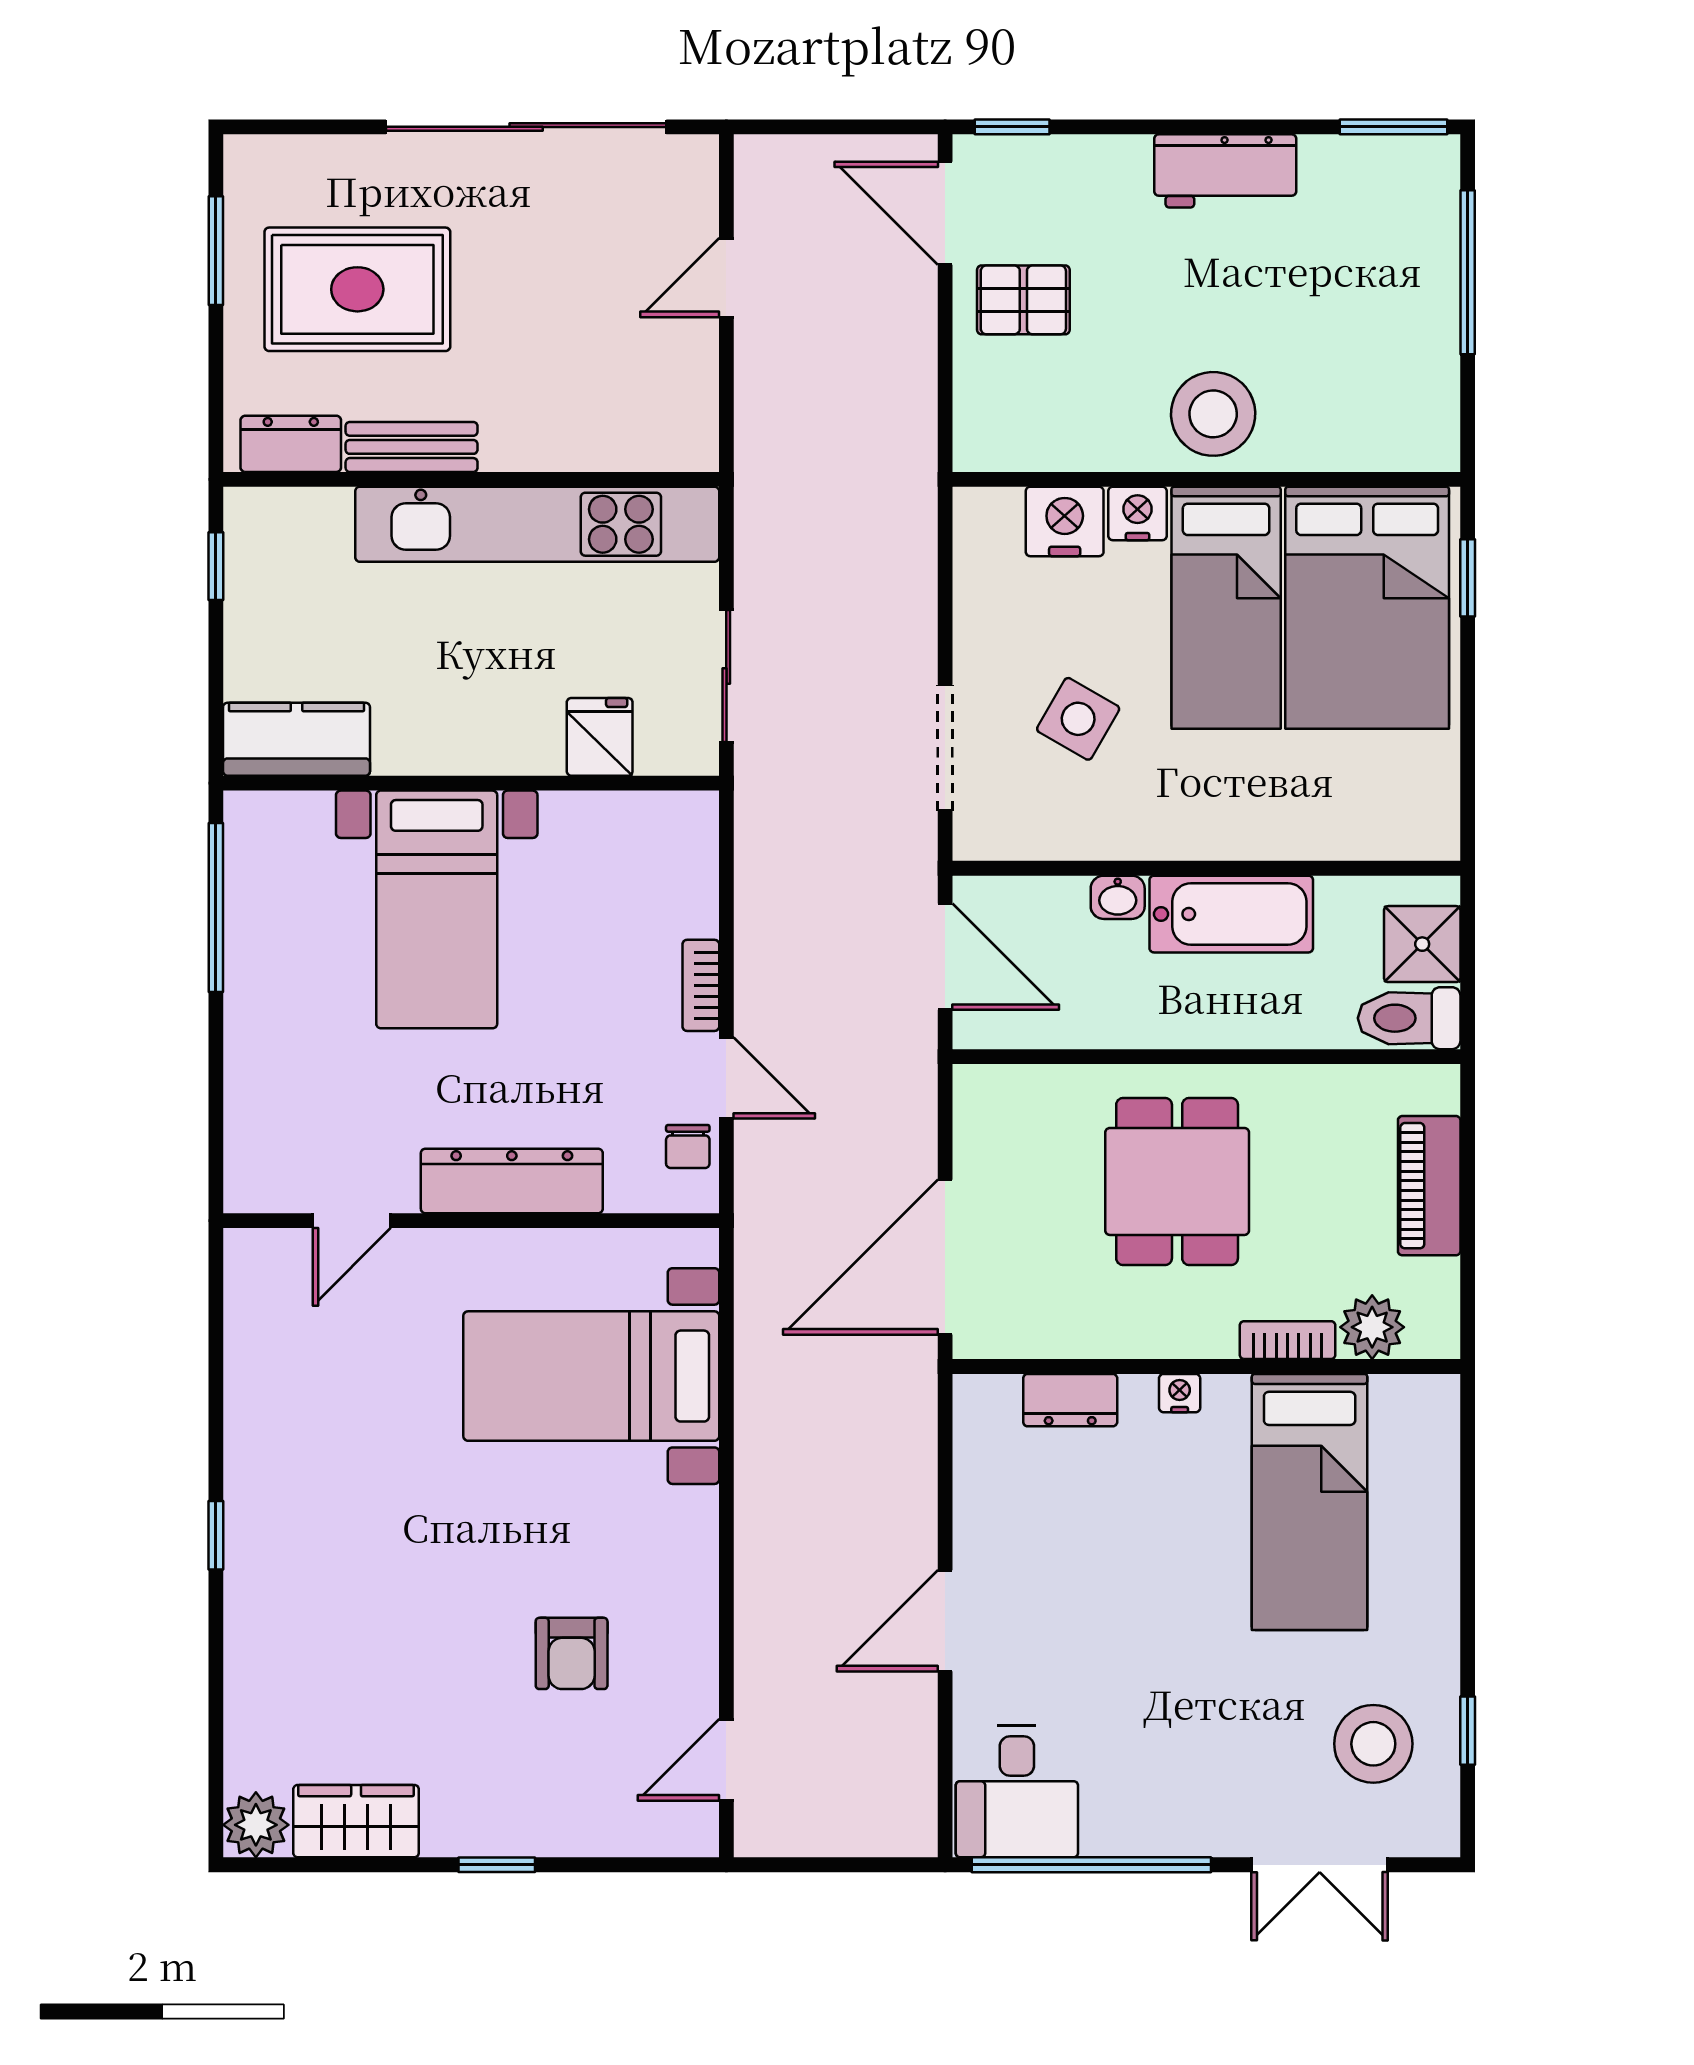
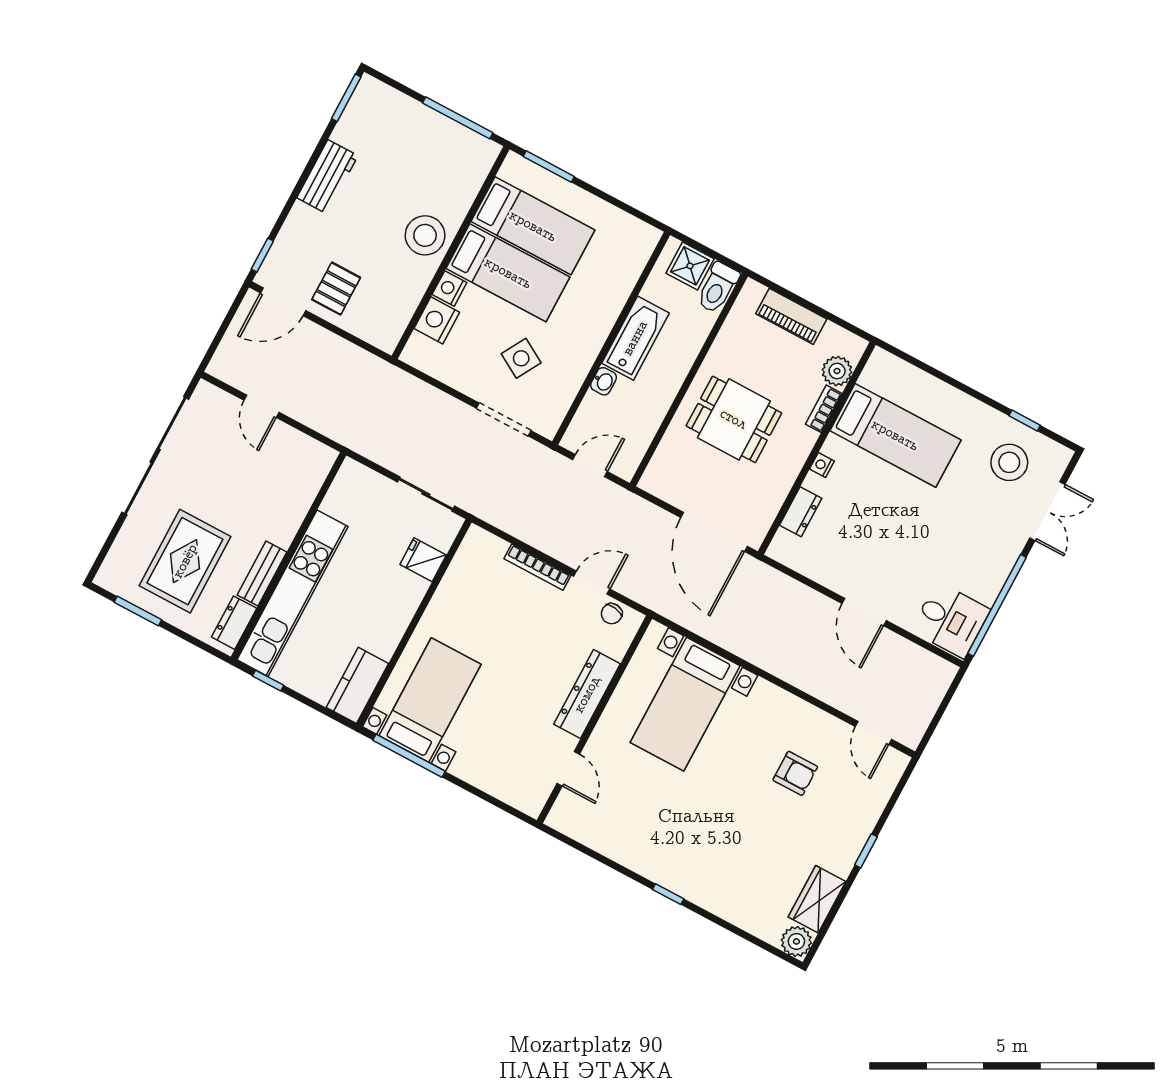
window: (1468, 272) -> (458, 118), moved
kitchen unit: (537, 524) -> (292, 593), moved
window: (1468, 578) -> (549, 166), width x1.50
bed: (1367, 608) -> (533, 226), width x0.67
bed with nightstands: (437, 909) -> (430, 700), moved, turned -90
door: (945, 957) -> (590, 466), width x0.73
bookcase: (701, 985) -> (537, 567), width x1.56
chair: (688, 1146) -> (612, 614), turned 98

